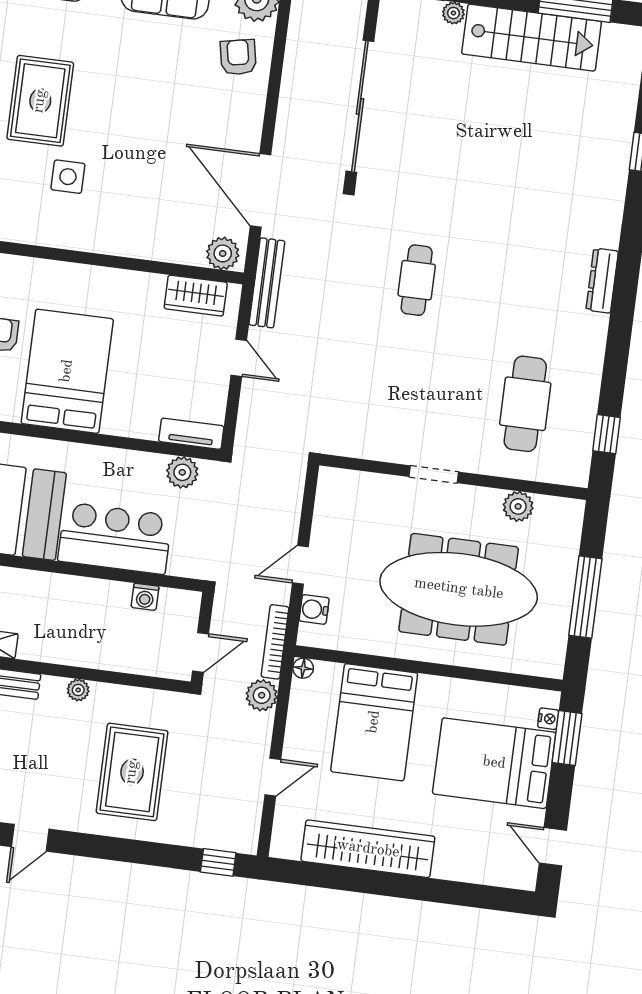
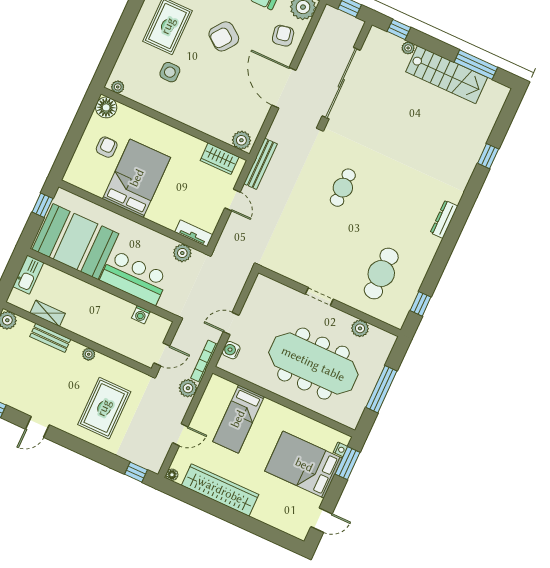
armchair: (140, 89) -> (224, 36), added
door: (261, 190) -> (284, 88), moved
floor lamp: (303, 668) -> (172, 475), moved
bed: (374, 722) -> (238, 419), width x0.67
door: (553, 847) -> (321, 520), swing flipped

